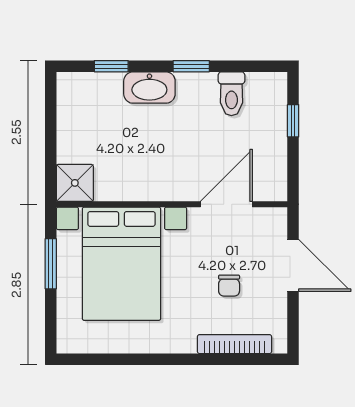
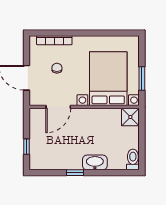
window: (111, 66) -> (113, 173), removed
toilet: (231, 94) -> (133, 159), moved

